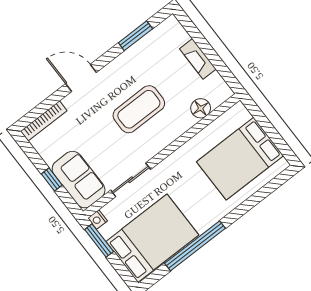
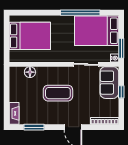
fireplace: (198, 59) -> (14, 113), moved

